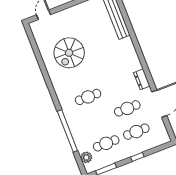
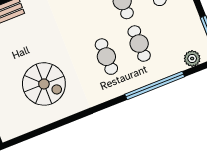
cafe table: (106, 143) -> (139, 44), moved

